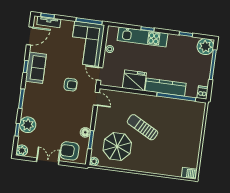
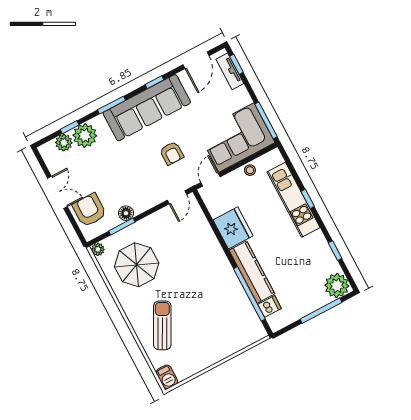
door: (30, 36) -> (196, 60), hinge flipped
sofa: (36, 68) -> (147, 108), width x1.85, depth x1.27
dishwasher: (203, 92) -> (270, 306), moved
sun lounger: (143, 127) -> (162, 325), moved
plant: (22, 150) -> (64, 143), moved

